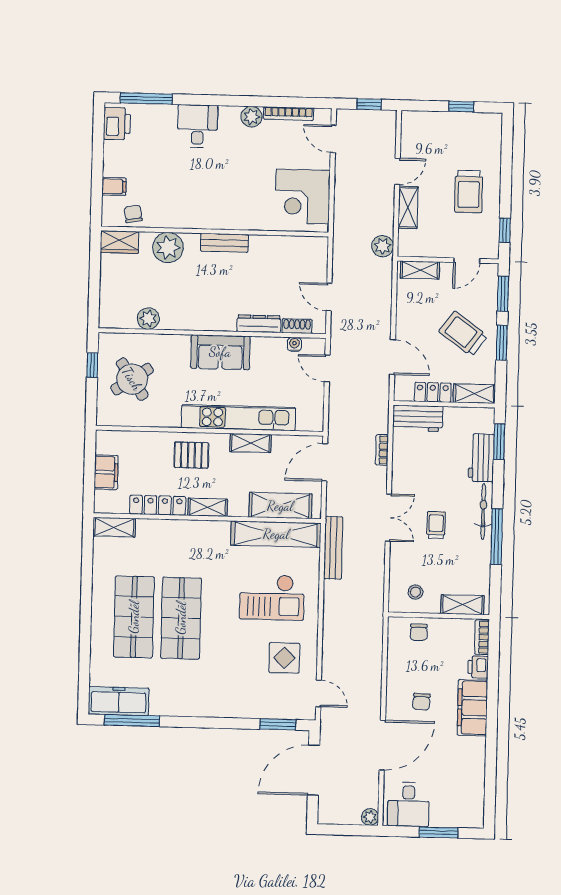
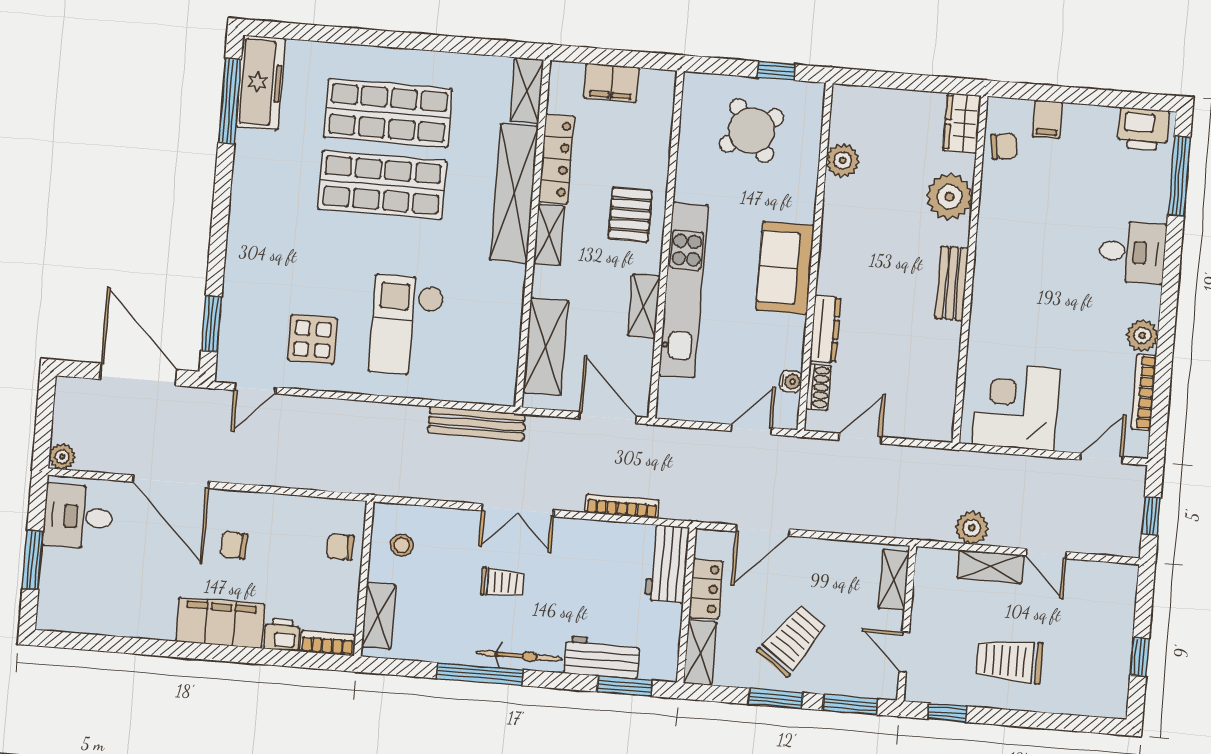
plant: (383, 246) -> (972, 528), moved
bookcase: (382, 450) -> (622, 506), width x1.56
shelving: (276, 534) -> (514, 193), moved

